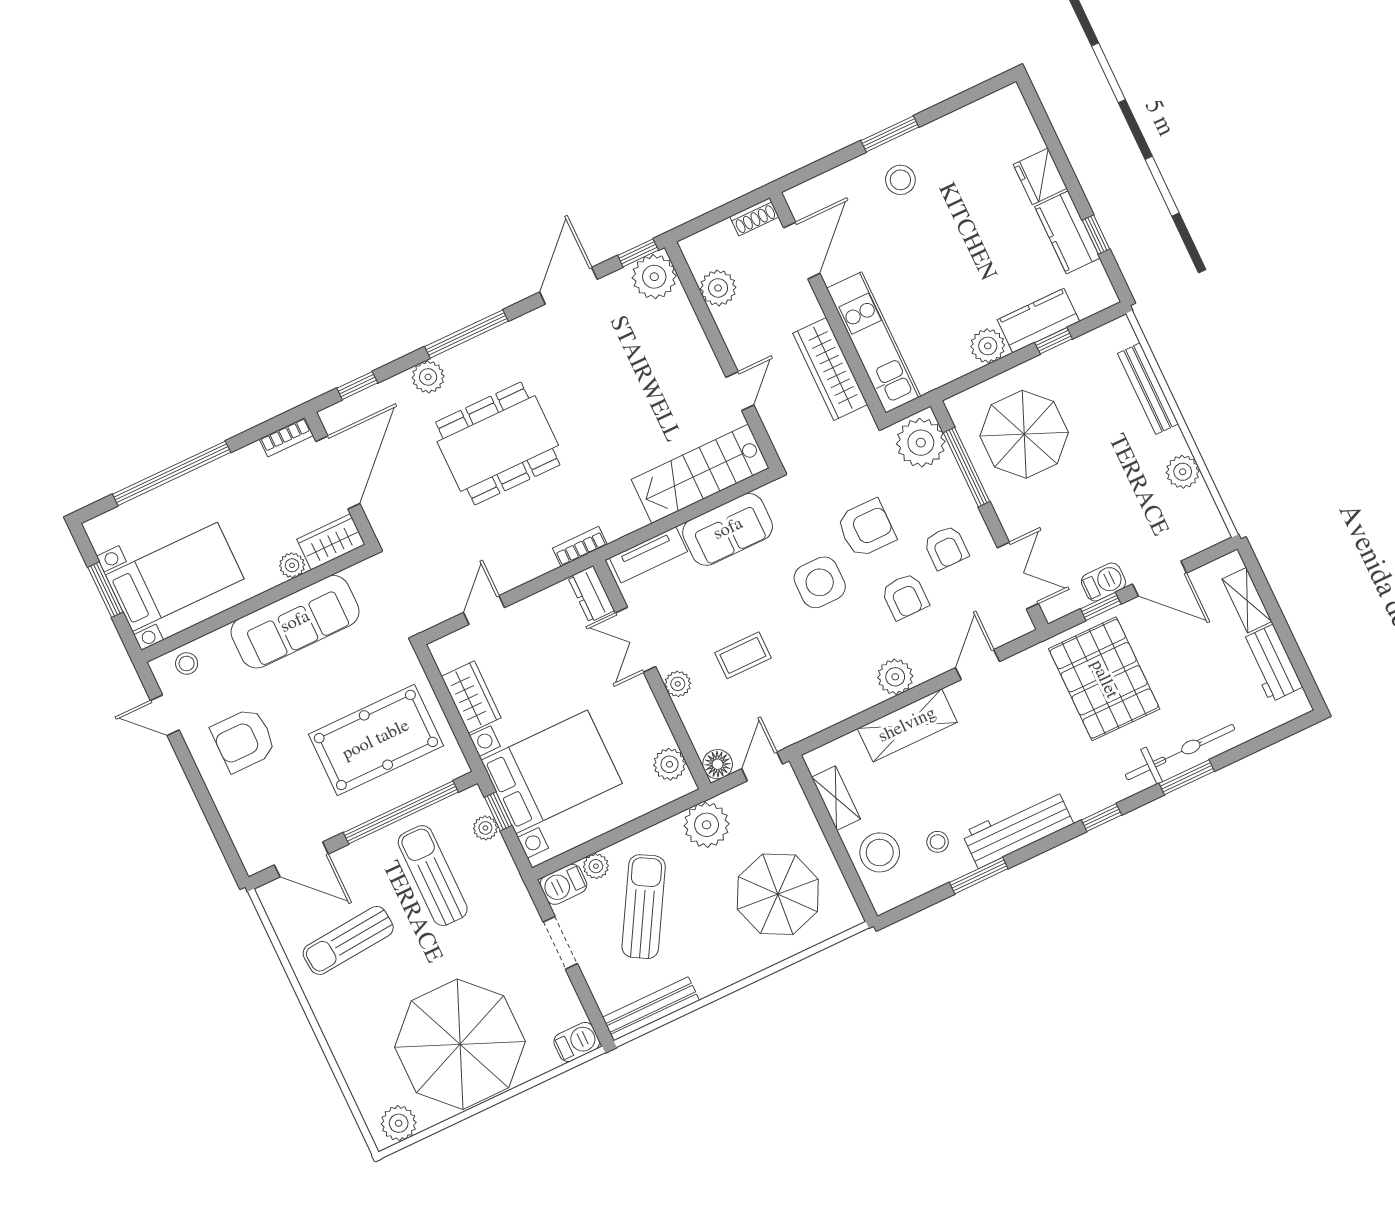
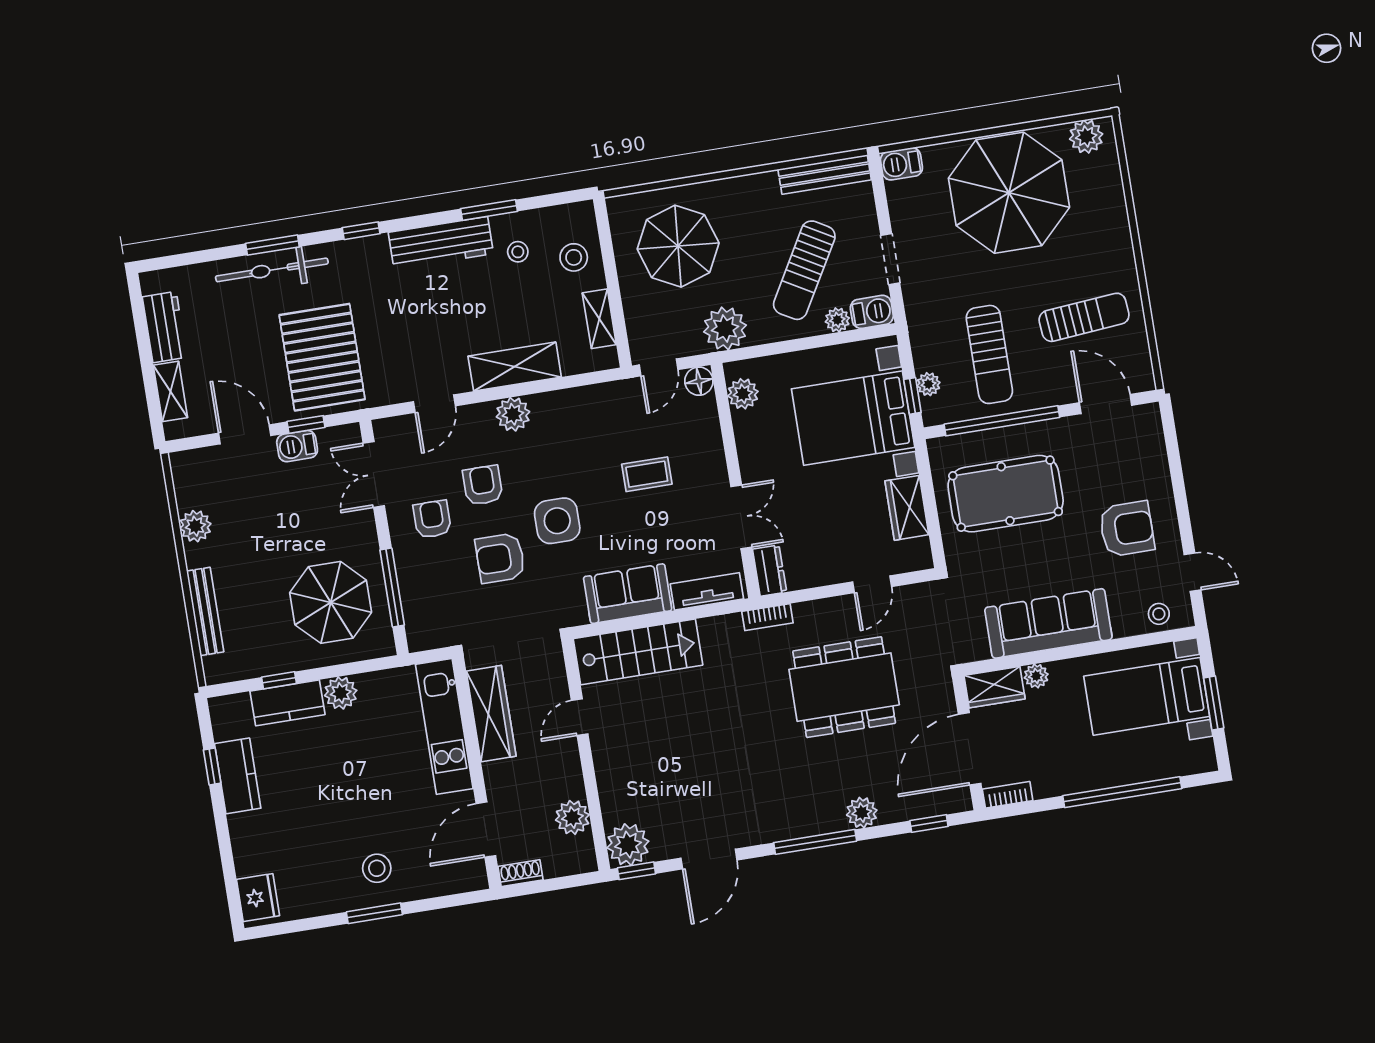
fridge: (1040, 176) -> (258, 898), moved
dining table: (498, 443) -> (844, 687), moved
plant: (921, 443) -> (428, 622), removed
plant: (678, 684) -> (714, 465), removed
stool: (880, 852) -> (574, 257), width x0.73, depth x0.73

